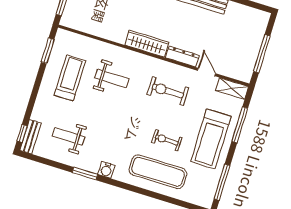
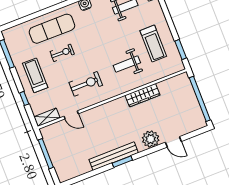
wardrobe: (147, 44) -> (143, 95), moved
dresser: (182, 56) -> (94, 113), removed
window: (240, 125) -> (24, 98), width x0.46
treadmill: (211, 139) -> (35, 75), width x0.73, depth x0.73

